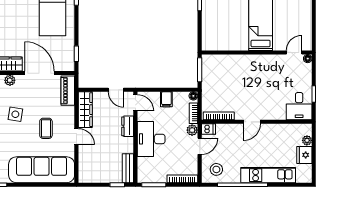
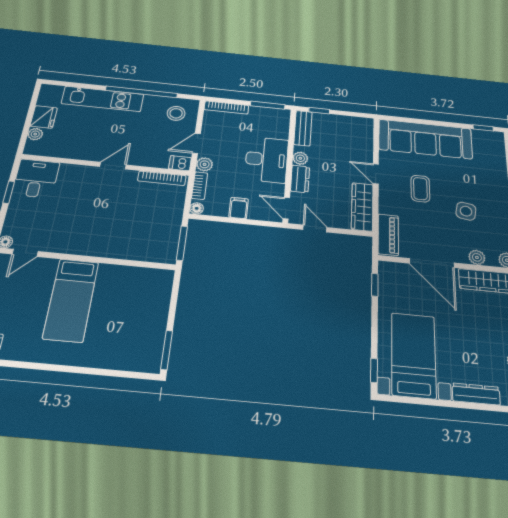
plant: (128, 143) -> (300, 158), added

